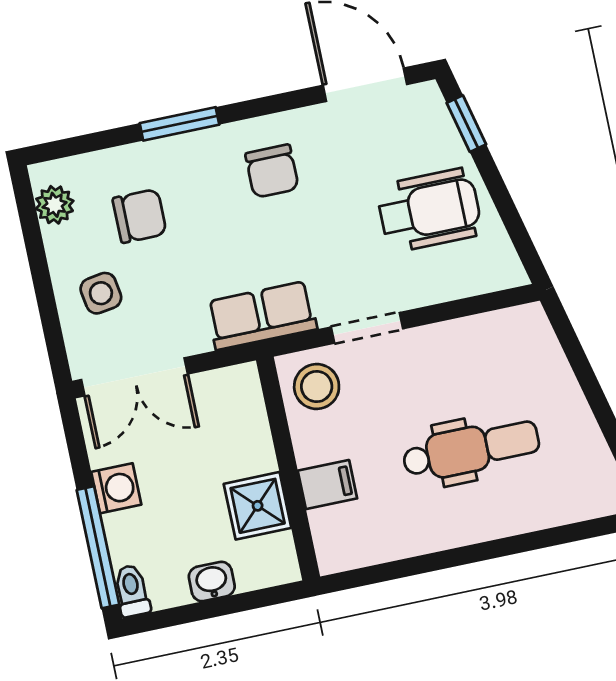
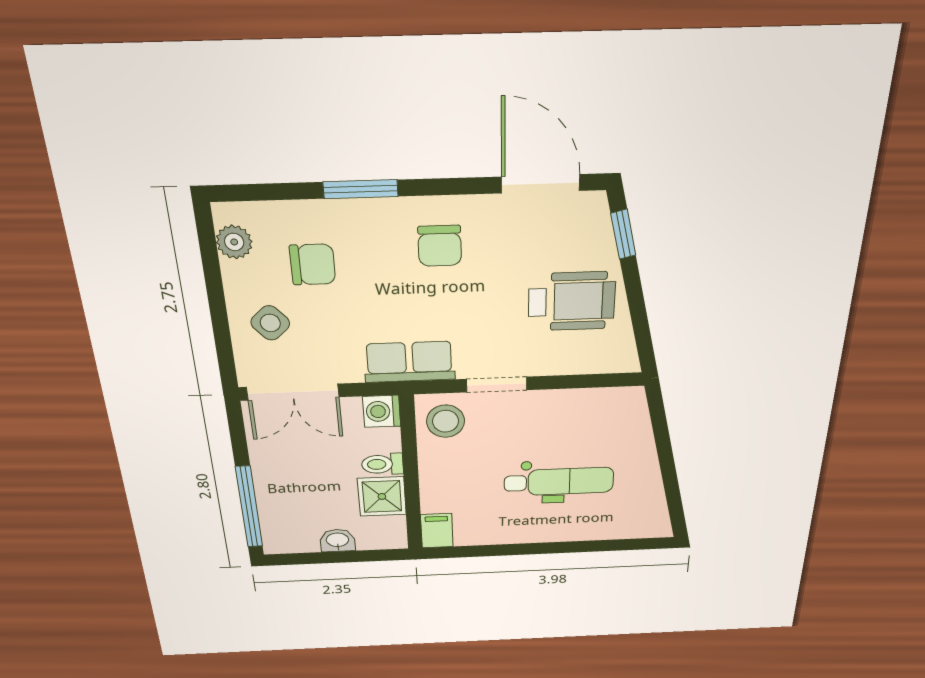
side table: (101, 293) -> (270, 323), turned -33
filing cabinet: (327, 485) -> (437, 531), moved, turned -90
washing machine: (116, 488) -> (382, 411), moved, turned 180
toilet: (132, 591) -> (382, 464), moved, turned -90

